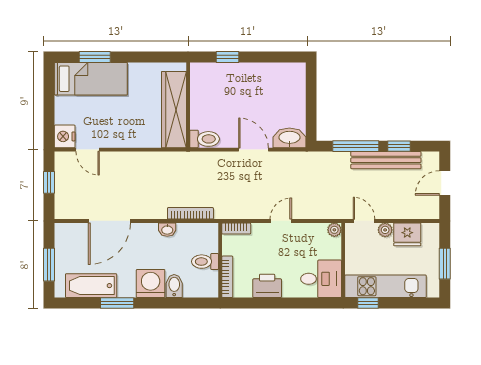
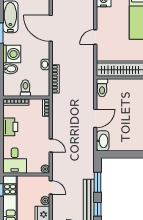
window: (356, 146) -> (98, 182), width x0.69
door: (88, 150) -> (95, 37), moved
door: (281, 221) -> (51, 146), moved
door: (364, 221) -> (51, 187), hinge flipped

